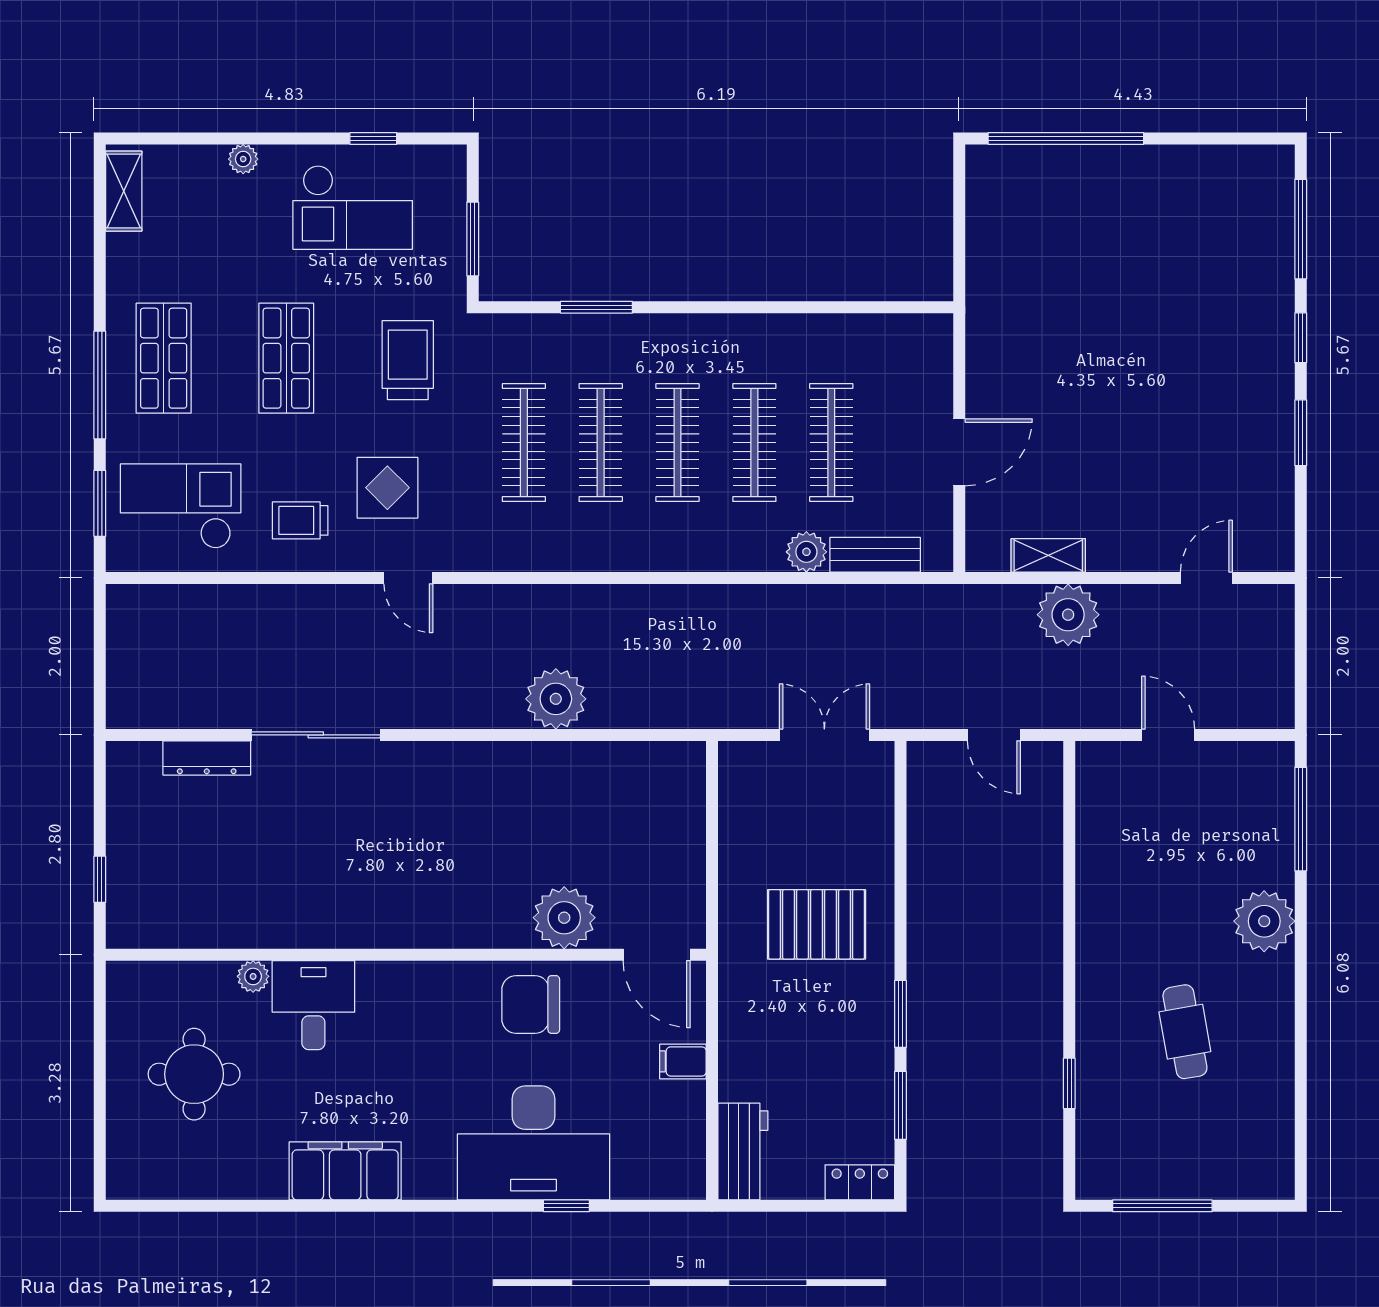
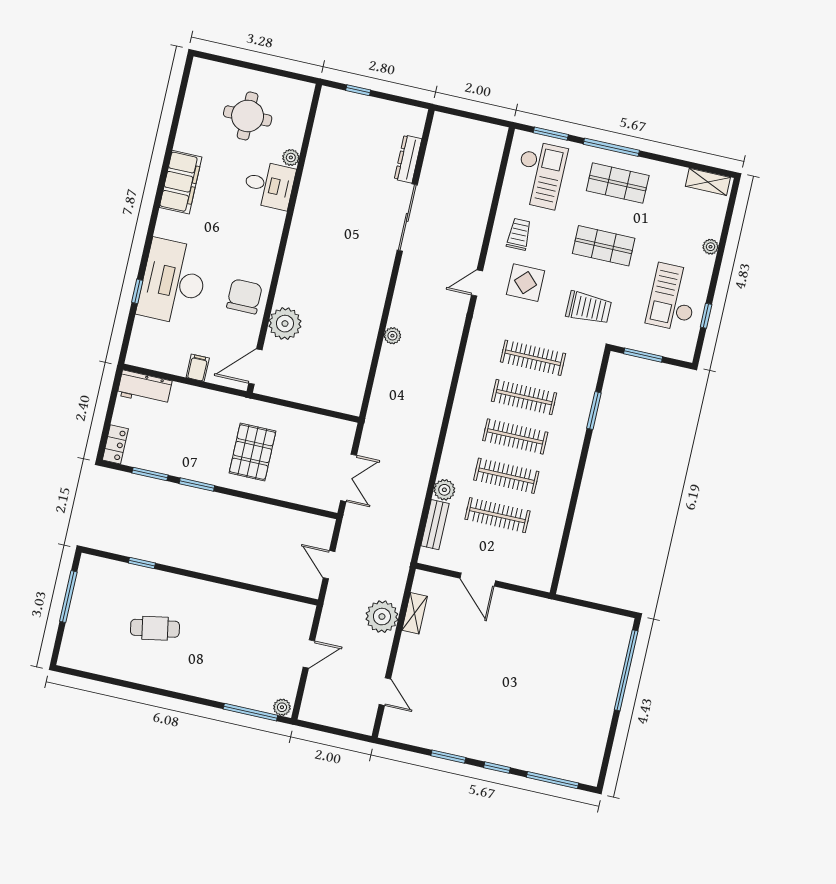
plant: (556, 699) -> (392, 336), width x0.53, depth x0.53
door: (994, 735) -> (329, 565), hinge flipped
plant: (1264, 921) -> (282, 707), moved, width x0.53, depth x0.53

